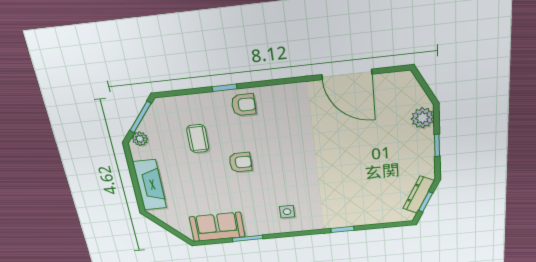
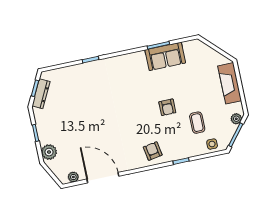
plant: (392, 79) -> (73, 177), added
armchair: (244, 105) -> (153, 151), moved, turned 80
armchair: (240, 162) -> (167, 107), turned -90
side table: (287, 212) -> (212, 144), moved
sofa: (217, 227) -> (165, 56), moved

